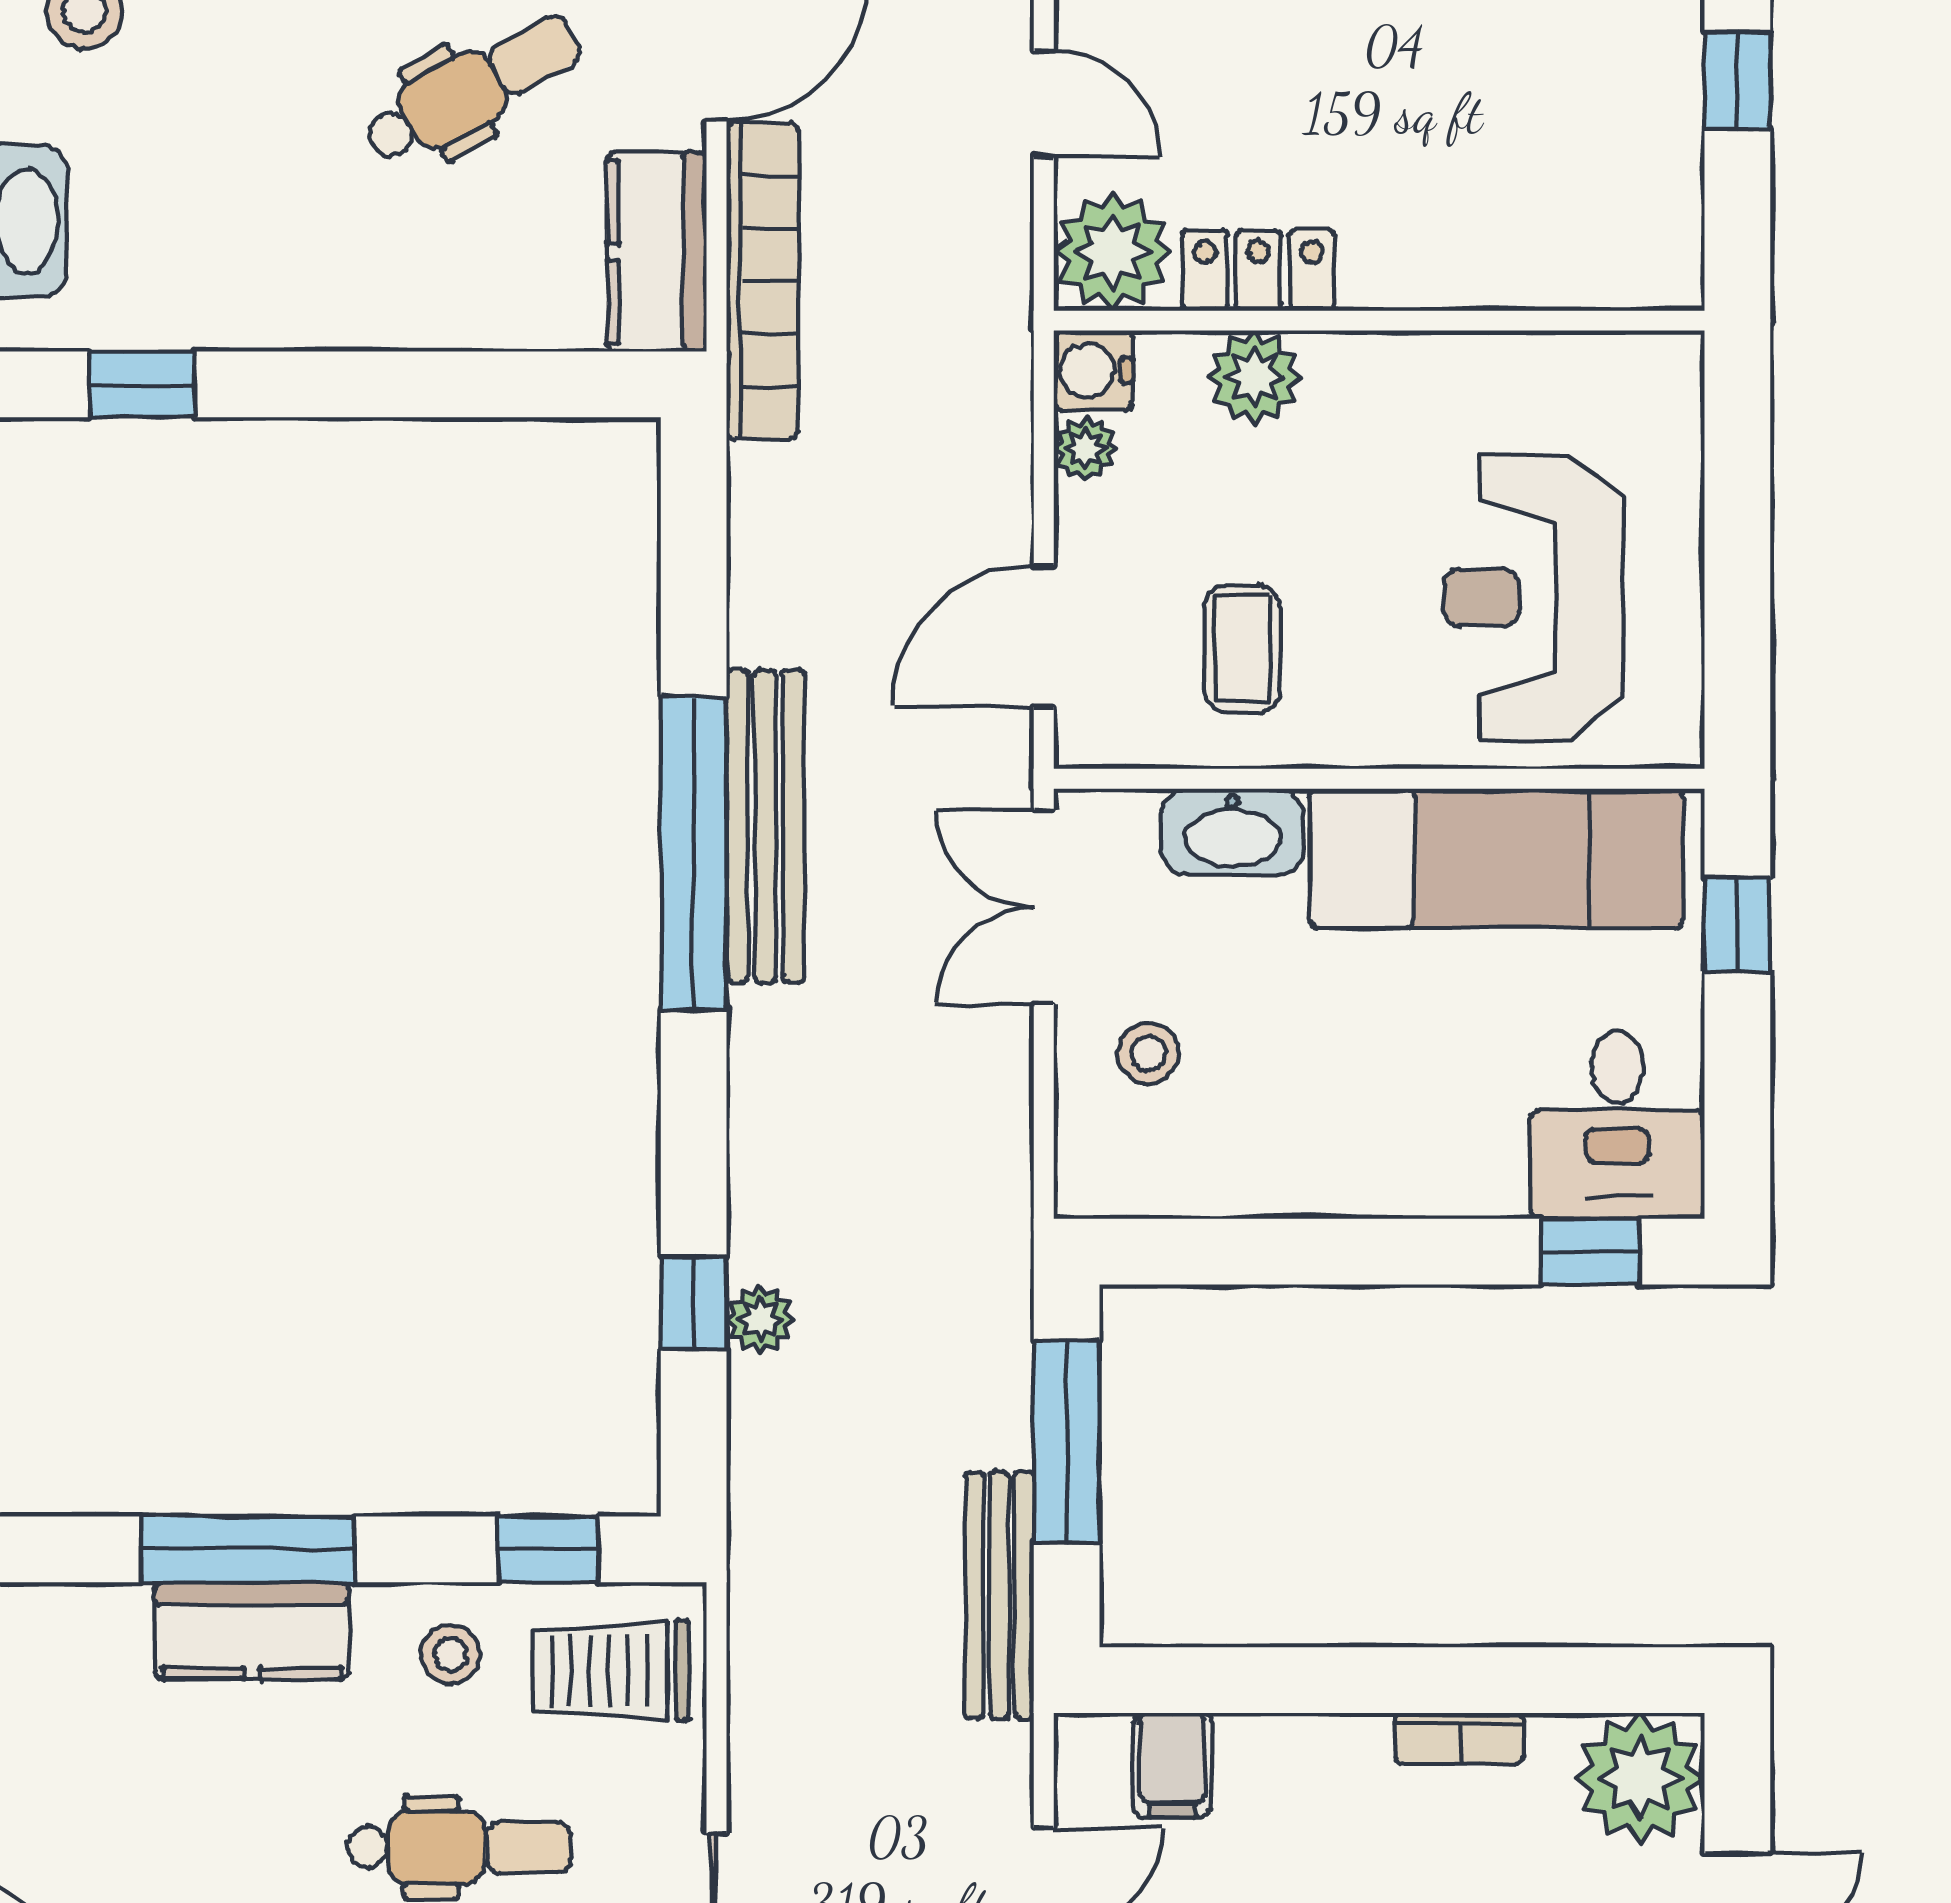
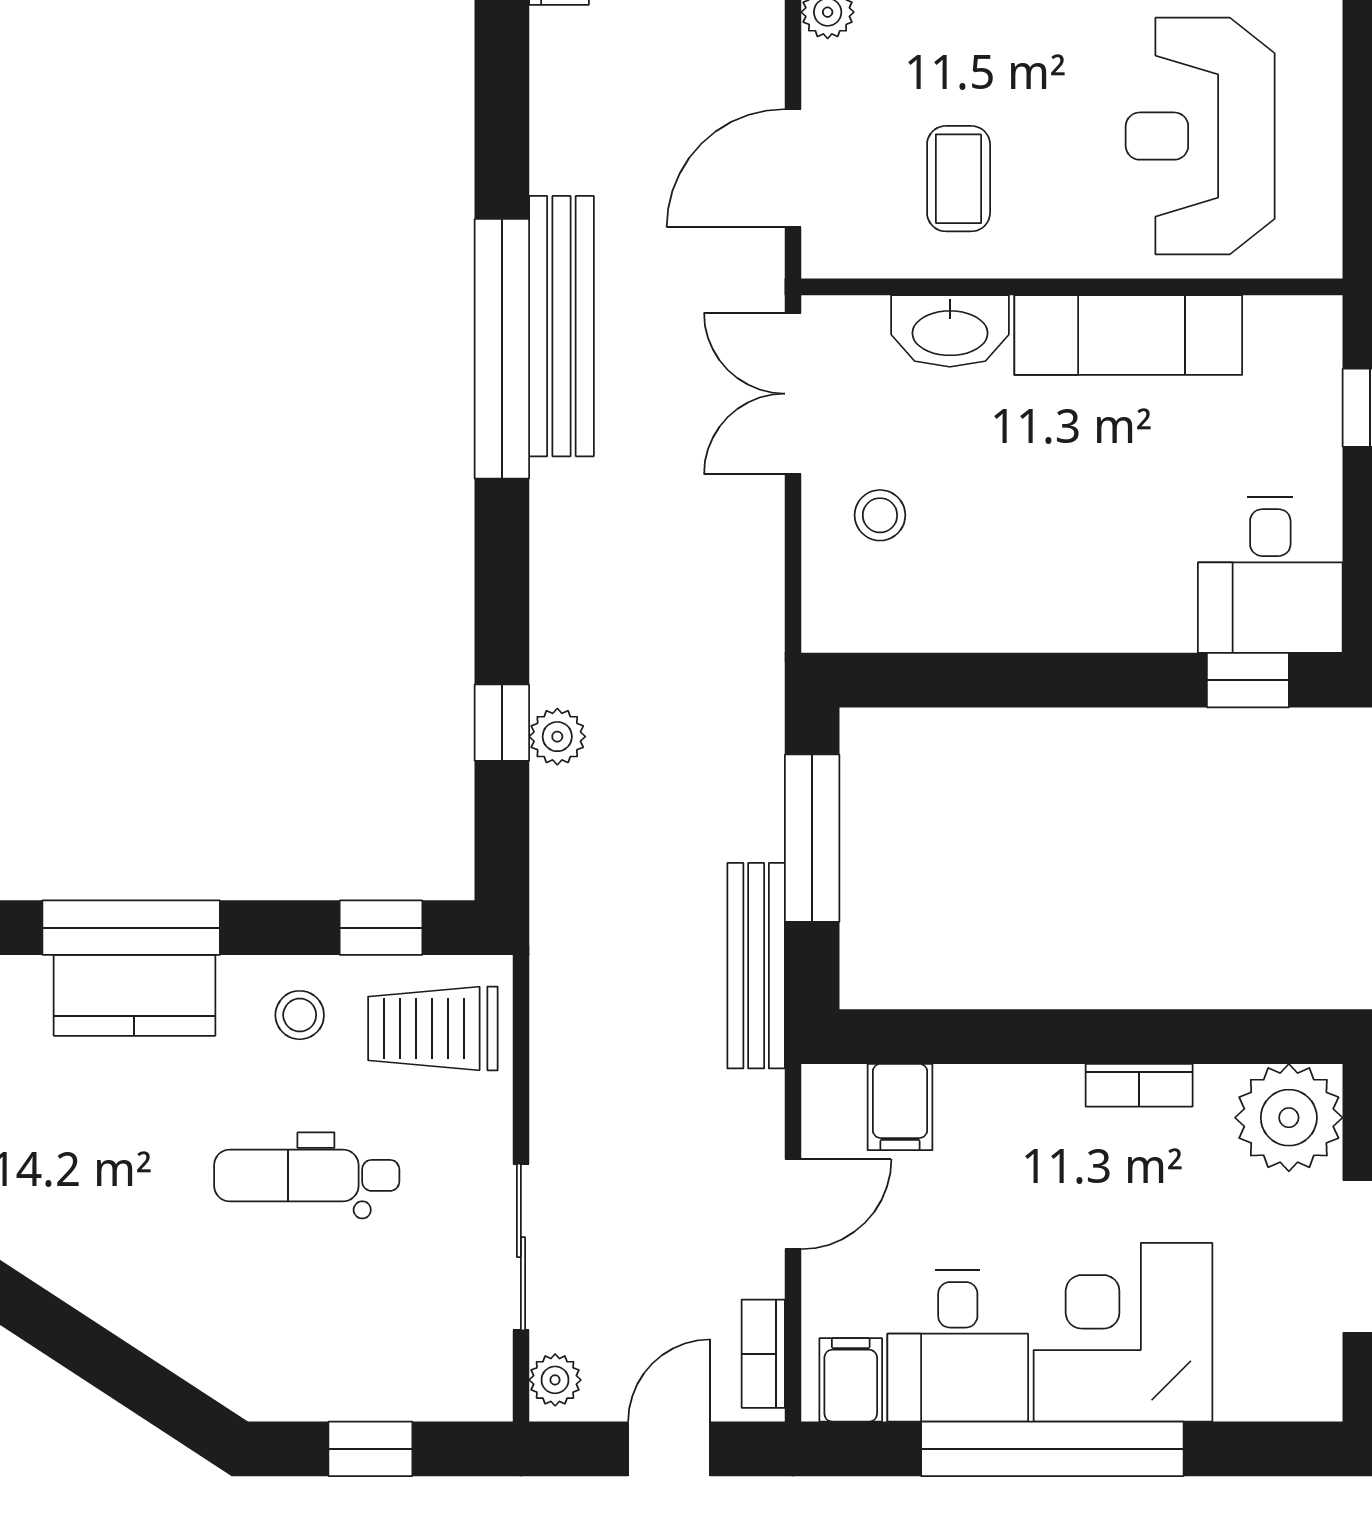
exam couch: (1497, 858) -> (1128, 335), width x0.73, depth x0.69
dental chair: (459, 1847) -> (307, 1175), turned 180

